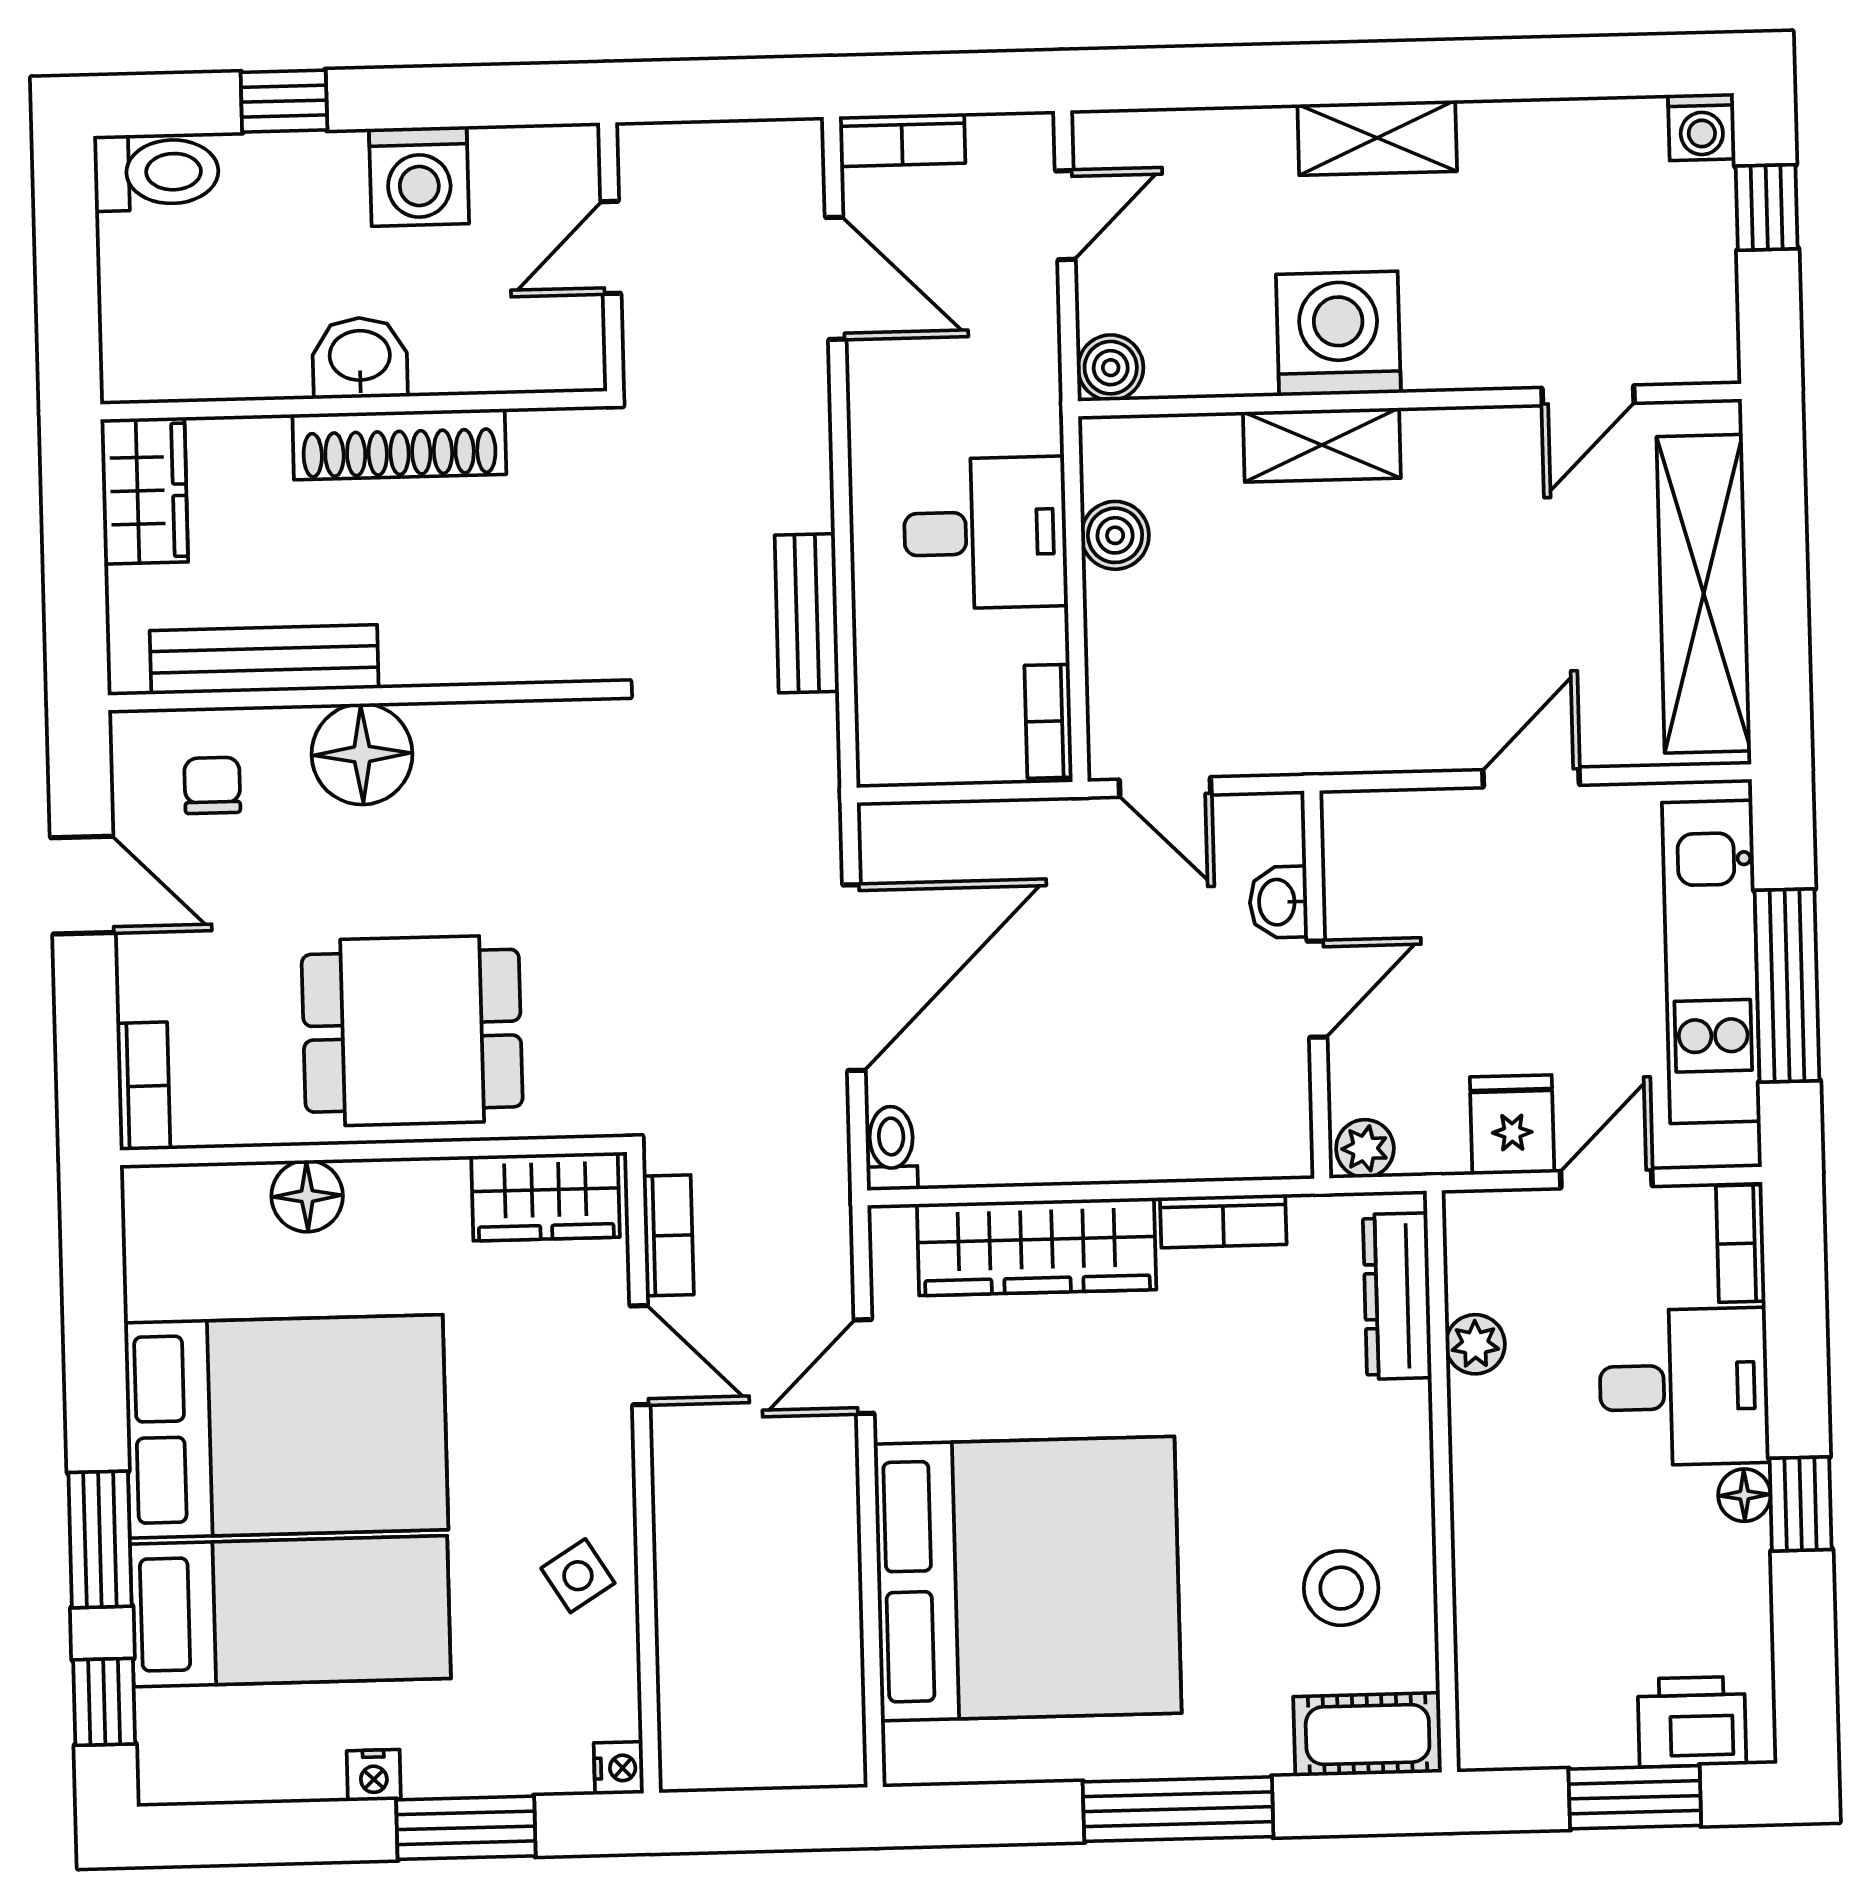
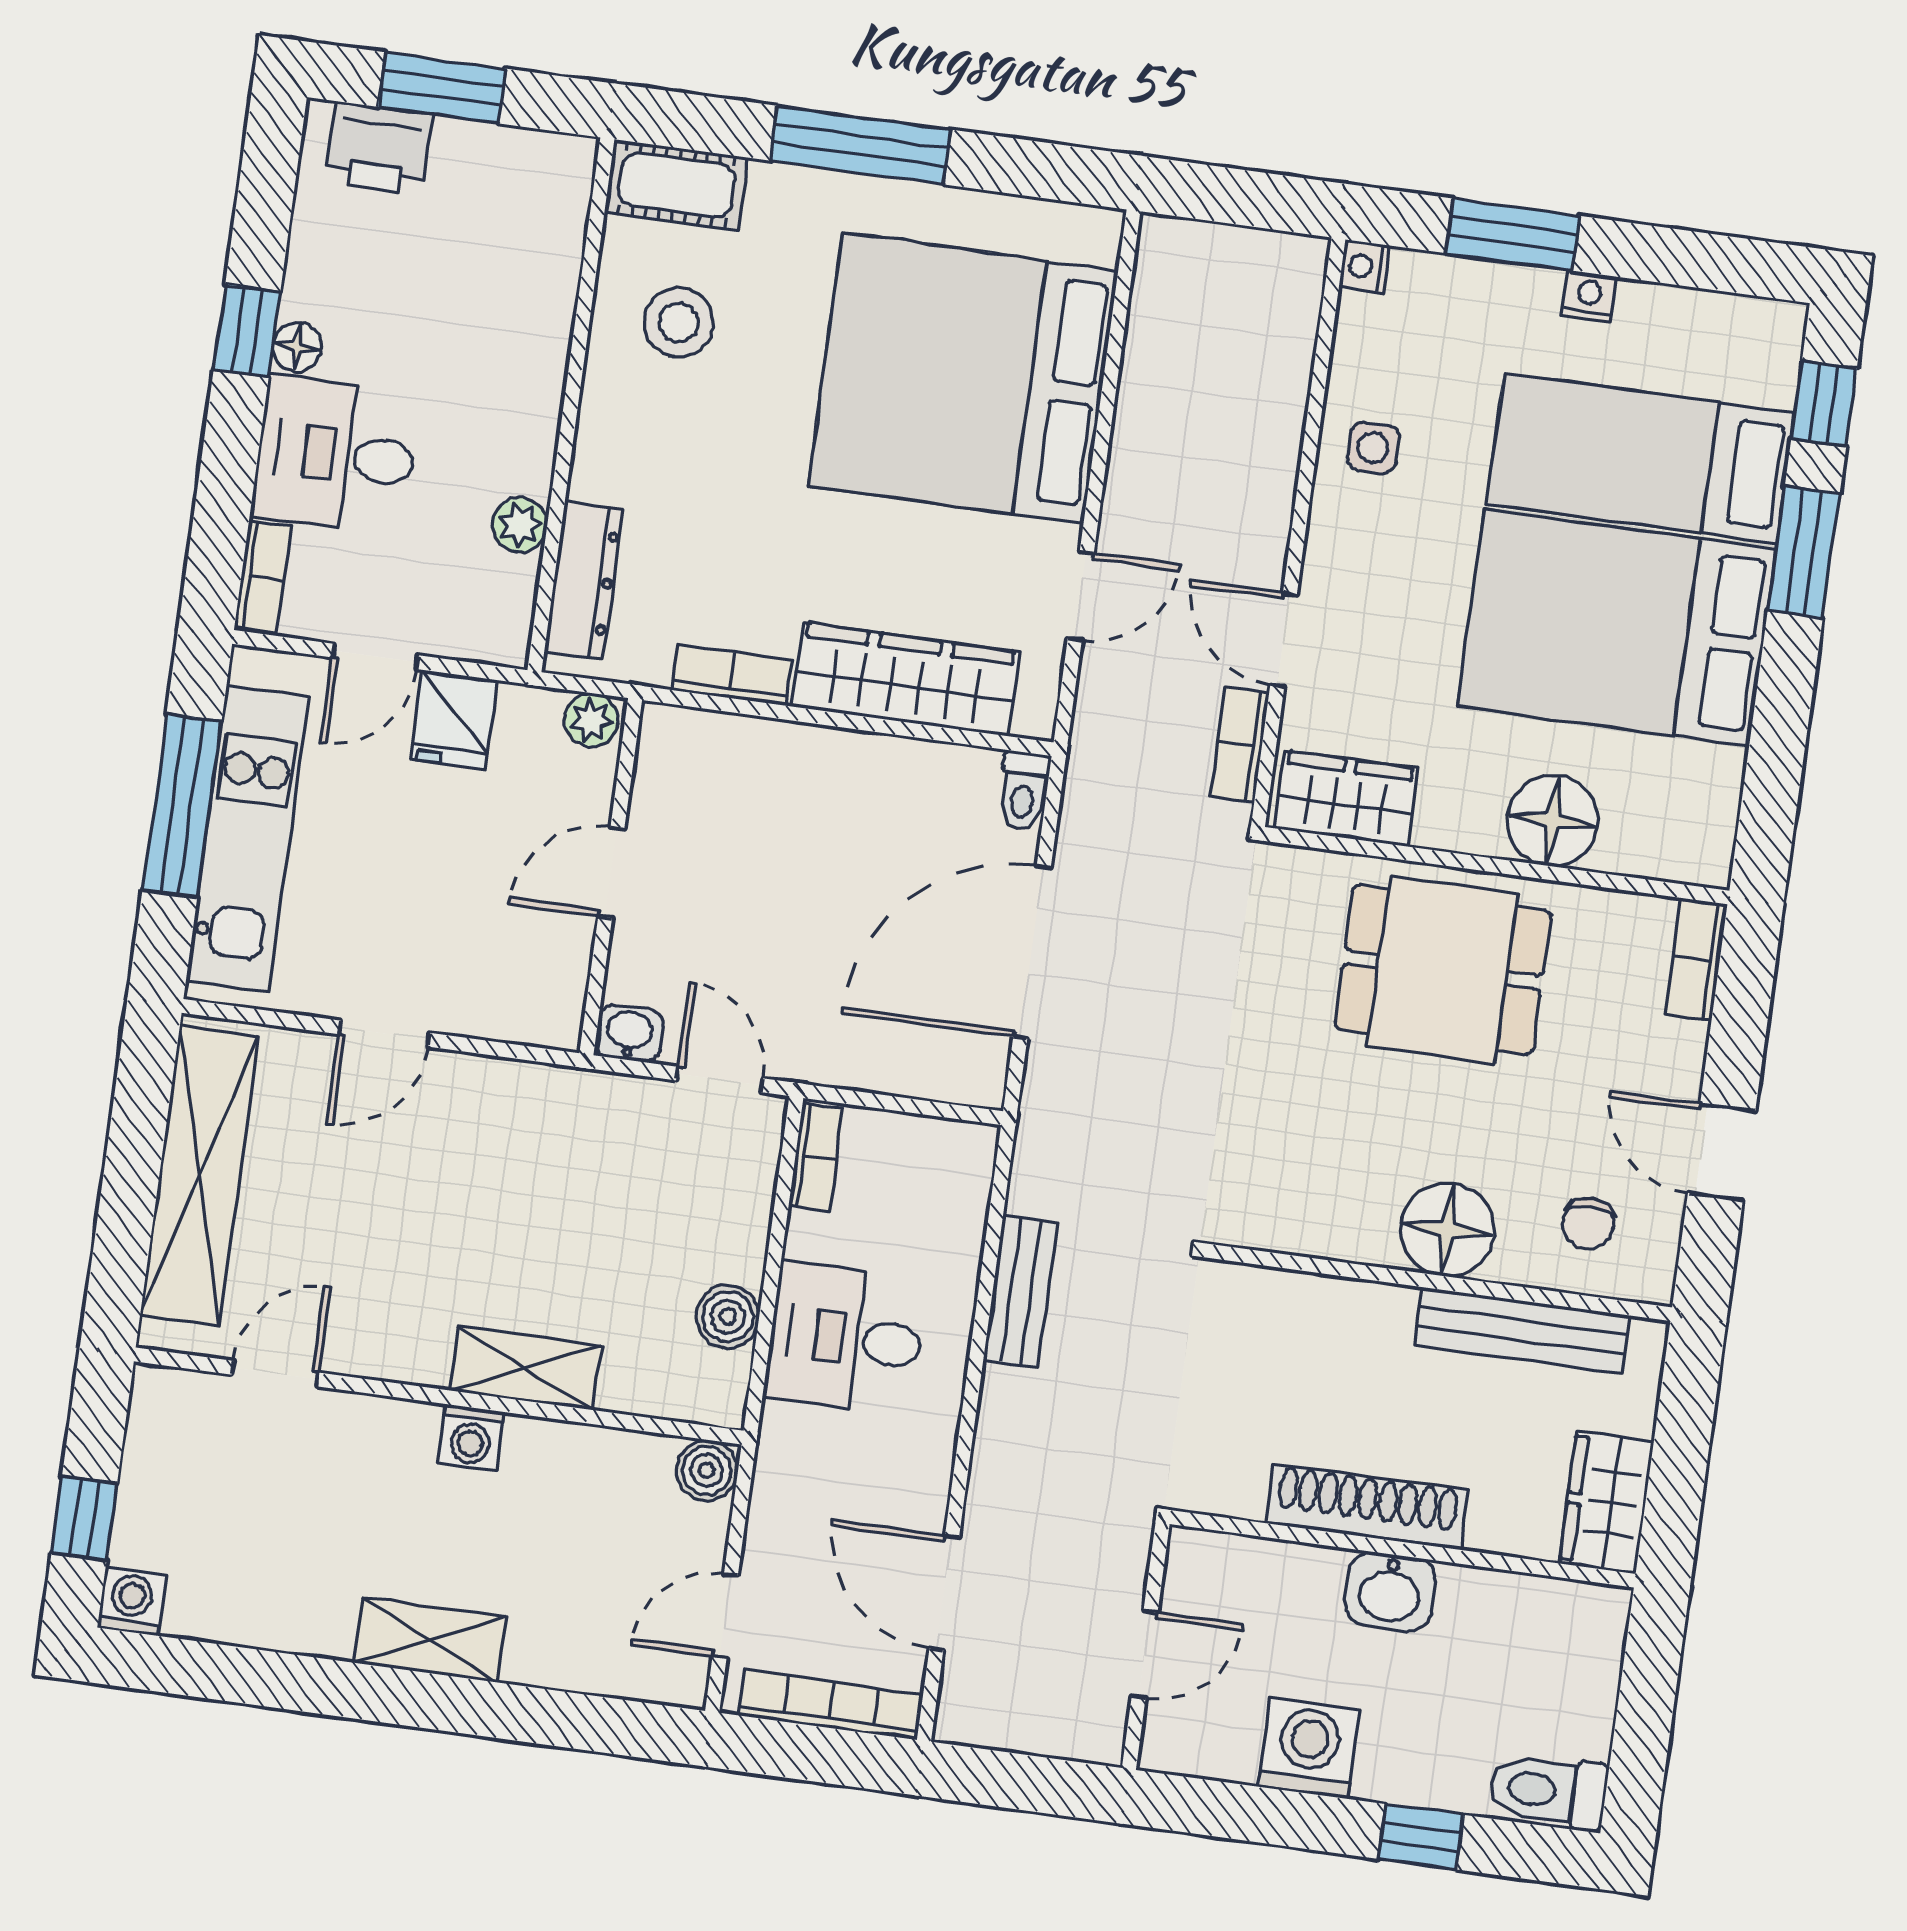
bookcase: (902, 140) -> (831, 1705), width x1.56
washing machine: (1338, 334) -> (471, 1437), width x0.53, depth x0.53
washbasin: (1279, 902) -> (629, 1033), moved, turned -90
floor lamp: (307, 1196) -> (1553, 821), width x1.38, depth x1.38
side table: (578, 1576) -> (1373, 448), turned 32

